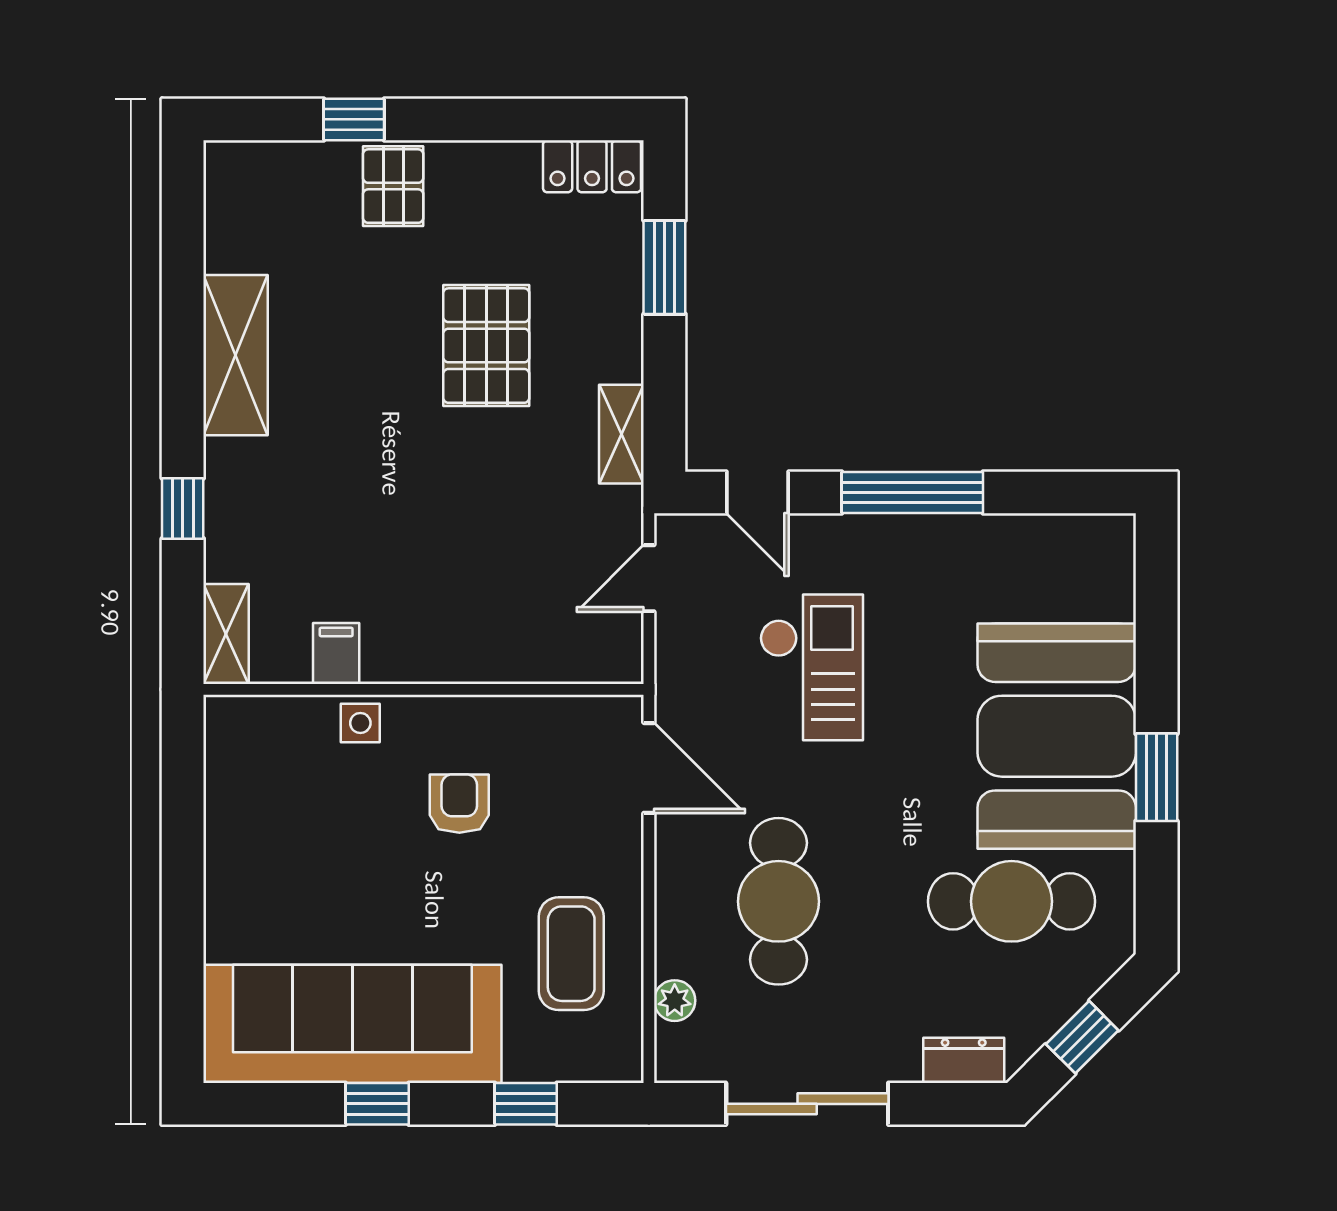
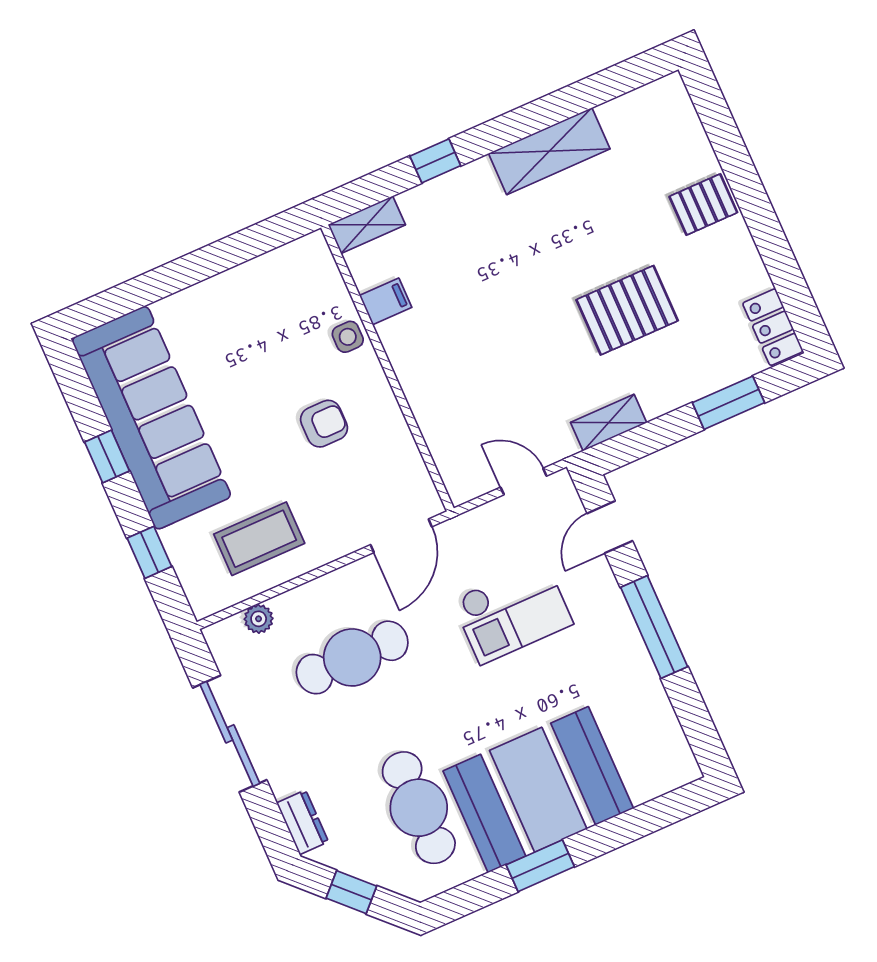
window: (354, 119) -> (735, 160), removed

